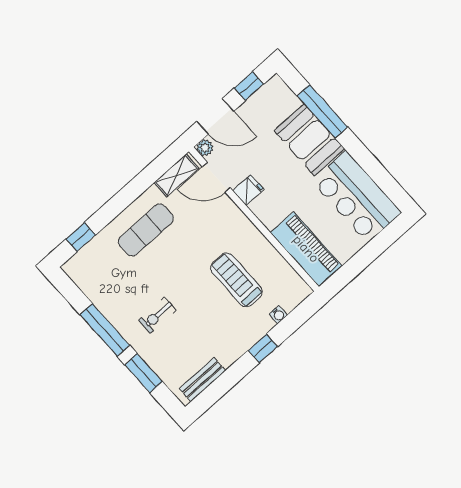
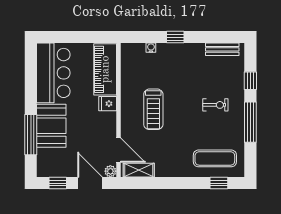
fridge: (248, 190) -> (108, 104), moved
exercise mat: (146, 230) -> (215, 158), moved
treadmill: (236, 280) -> (153, 109), moved
window: (144, 373) -> (250, 81), width x0.67

